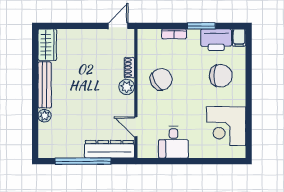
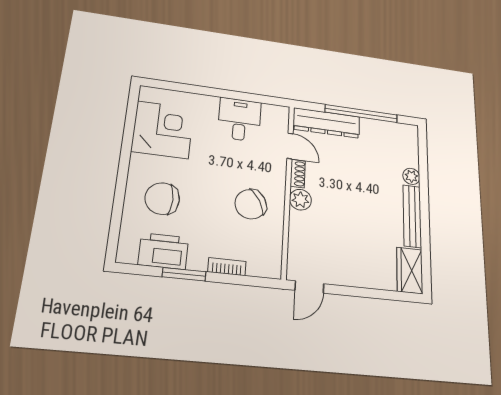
filing cabinet: (239, 38) -> (127, 251), removed
shoe rack: (129, 68) -> (298, 174), moved

